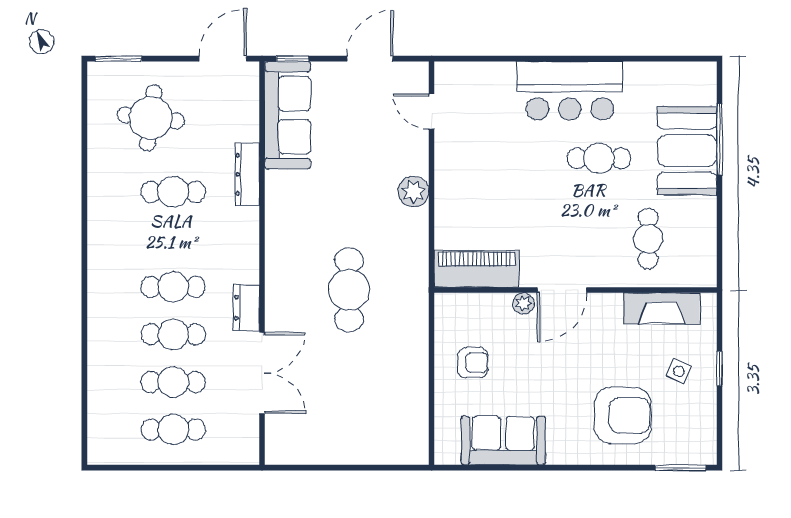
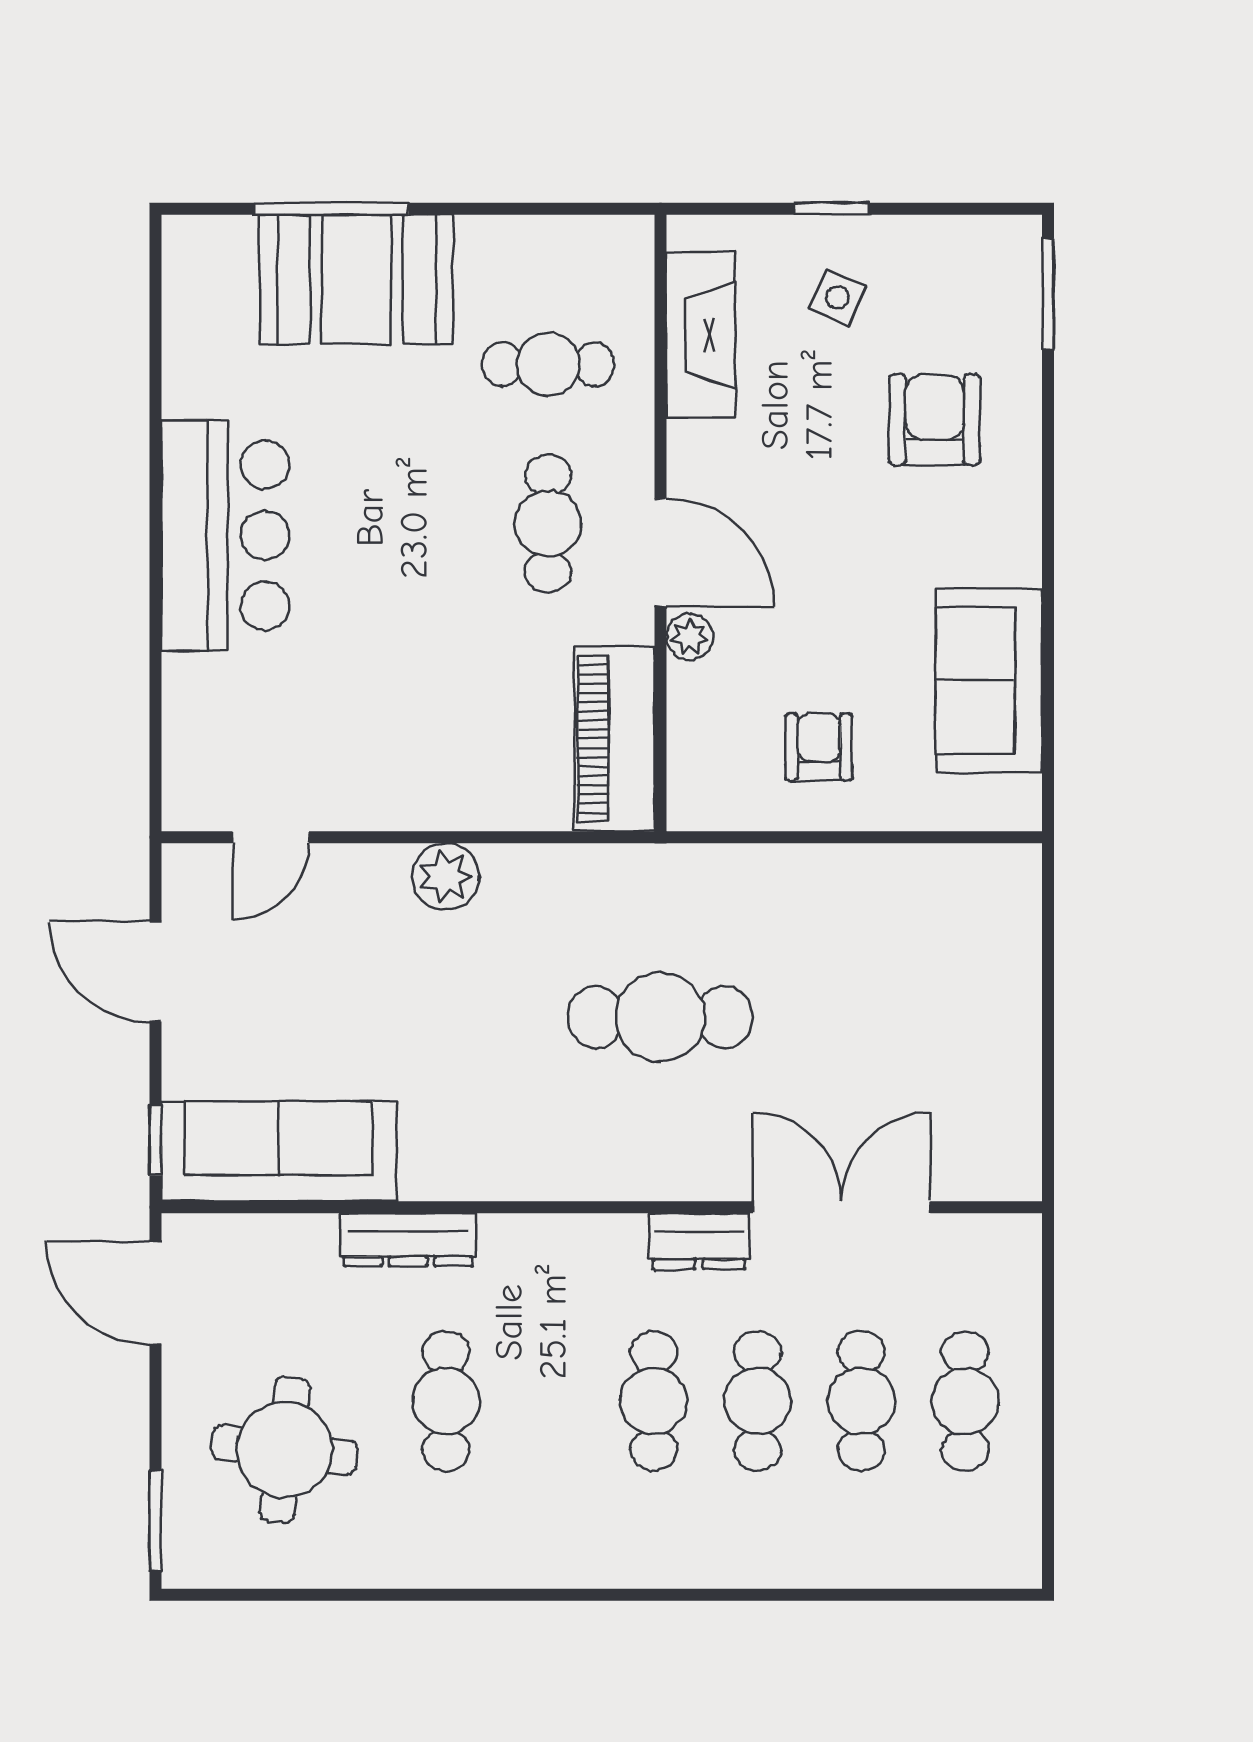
cafe table: (599, 158) -> (548, 524), moved
armchair: (623, 416) -> (935, 420), width x0.73, depth x0.73

